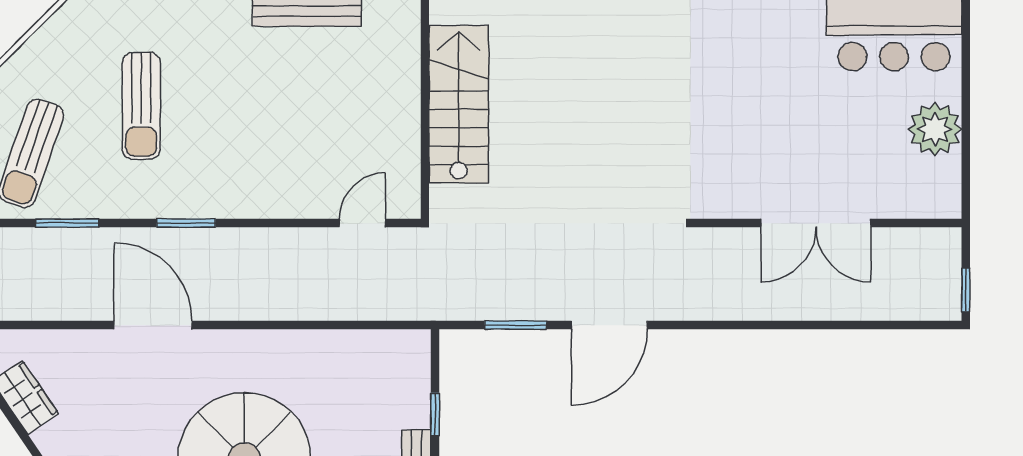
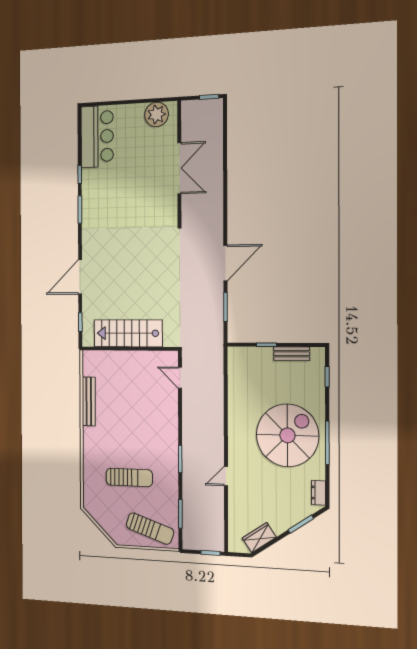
plant: (935, 129) -> (157, 114), moved
door: (153, 325) -> (226, 476), width x0.53
door: (609, 325) -> (225, 263), hinge flipped

